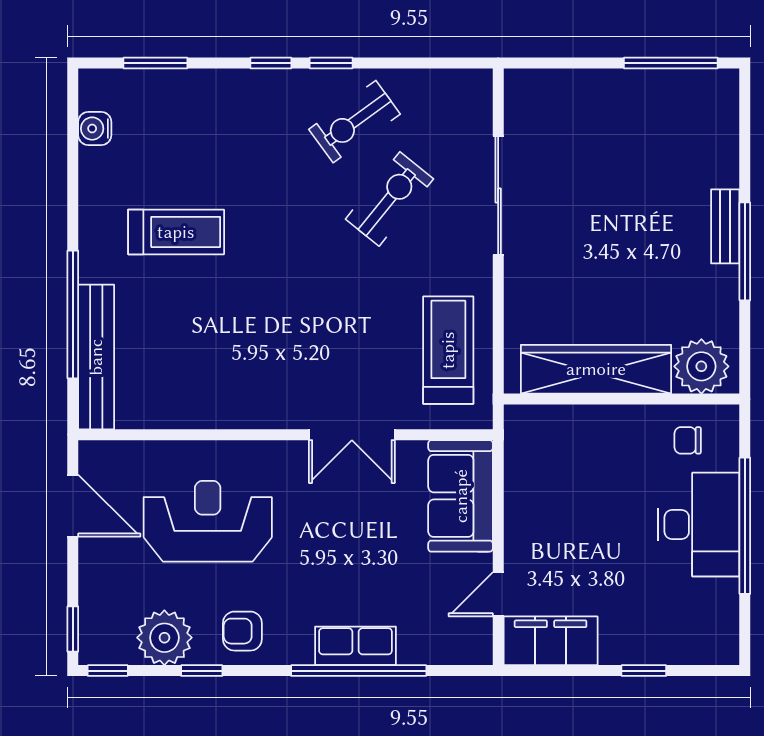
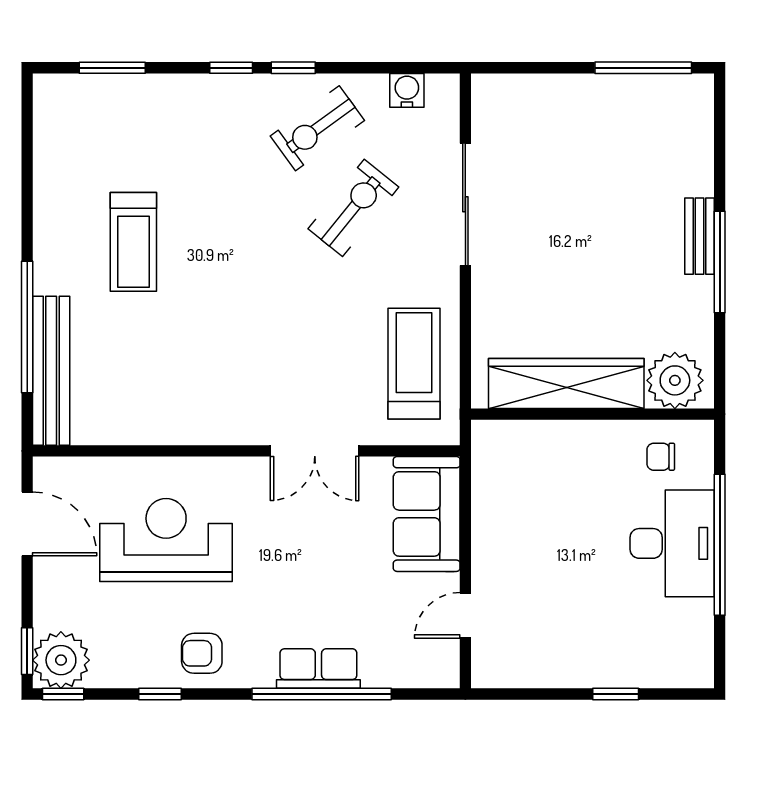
water cooler: (95, 129) -> (407, 90), moved, turned 90
treadmill: (176, 232) -> (133, 242), turned 90
plant: (164, 638) -> (61, 660), moved
filing cabinet: (551, 641) -> (519, 663), removed

